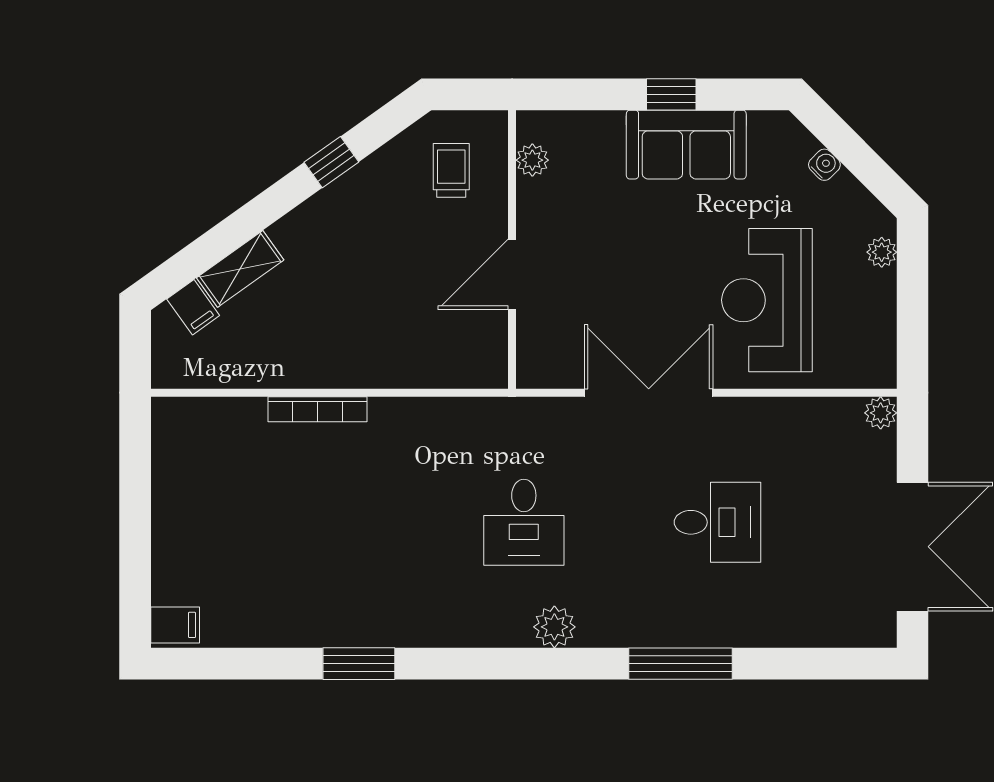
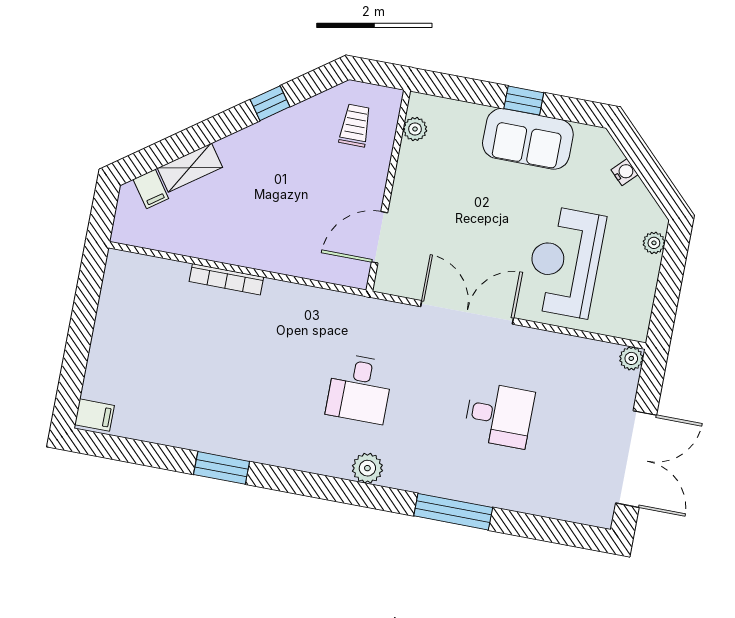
door: (512, 274) -> (379, 237), moved

